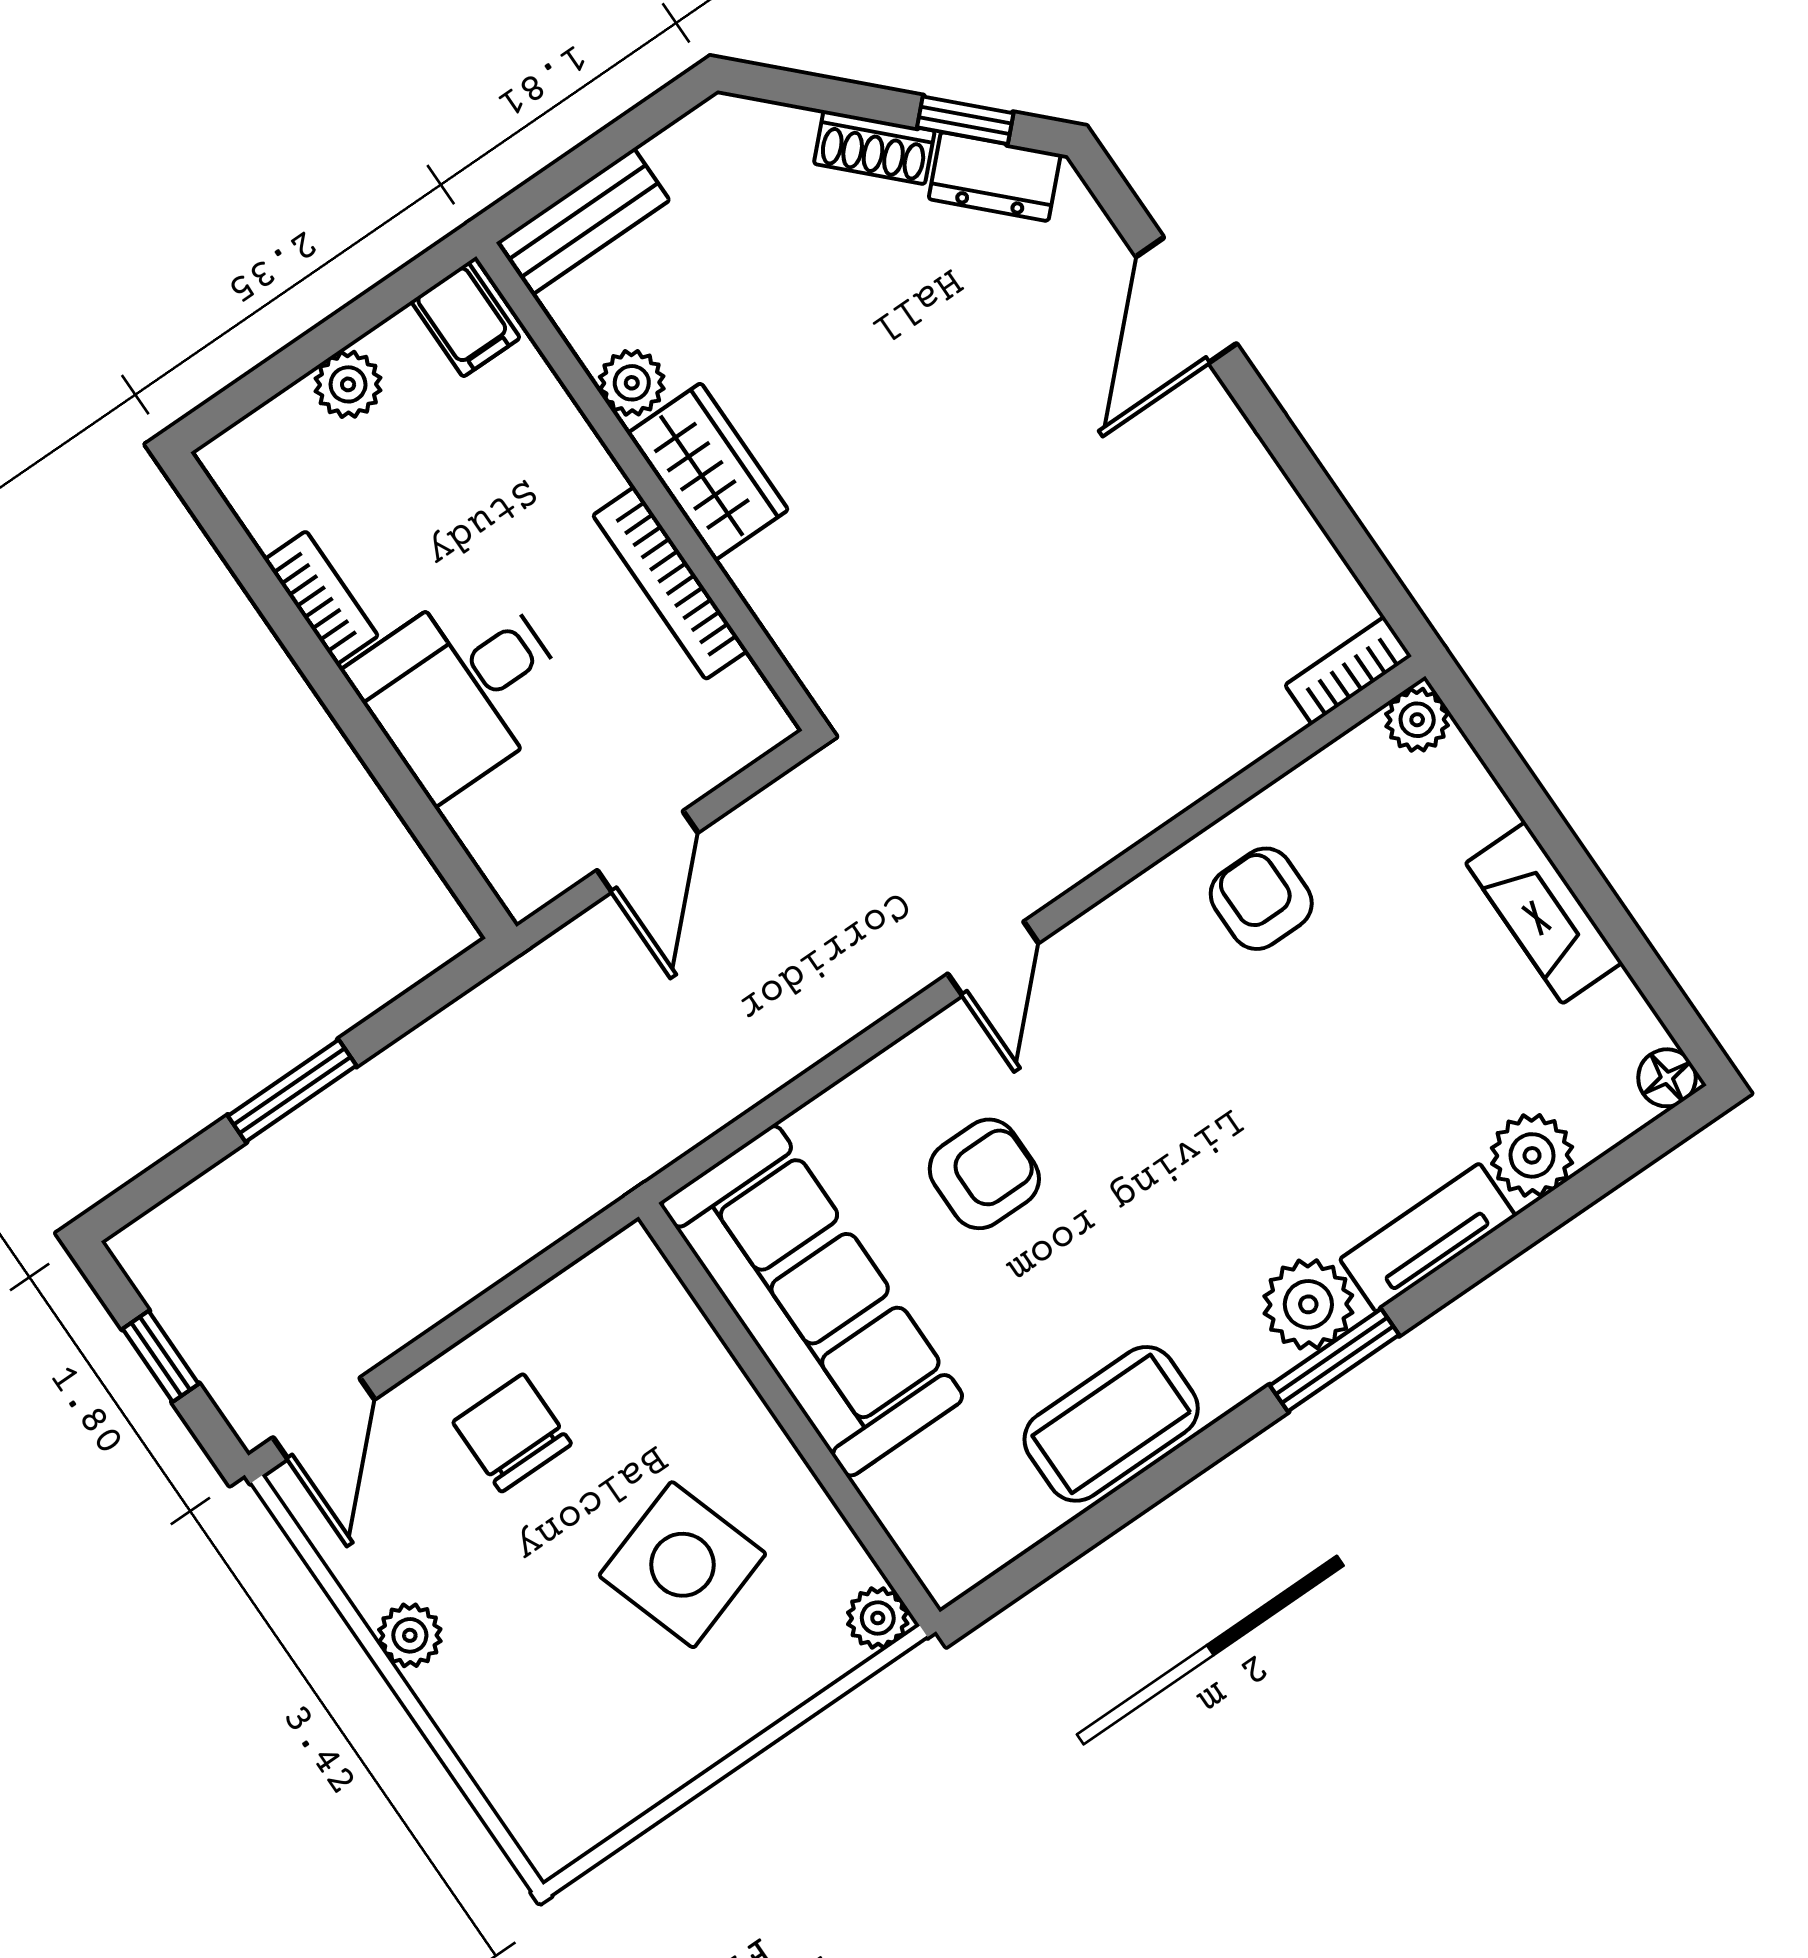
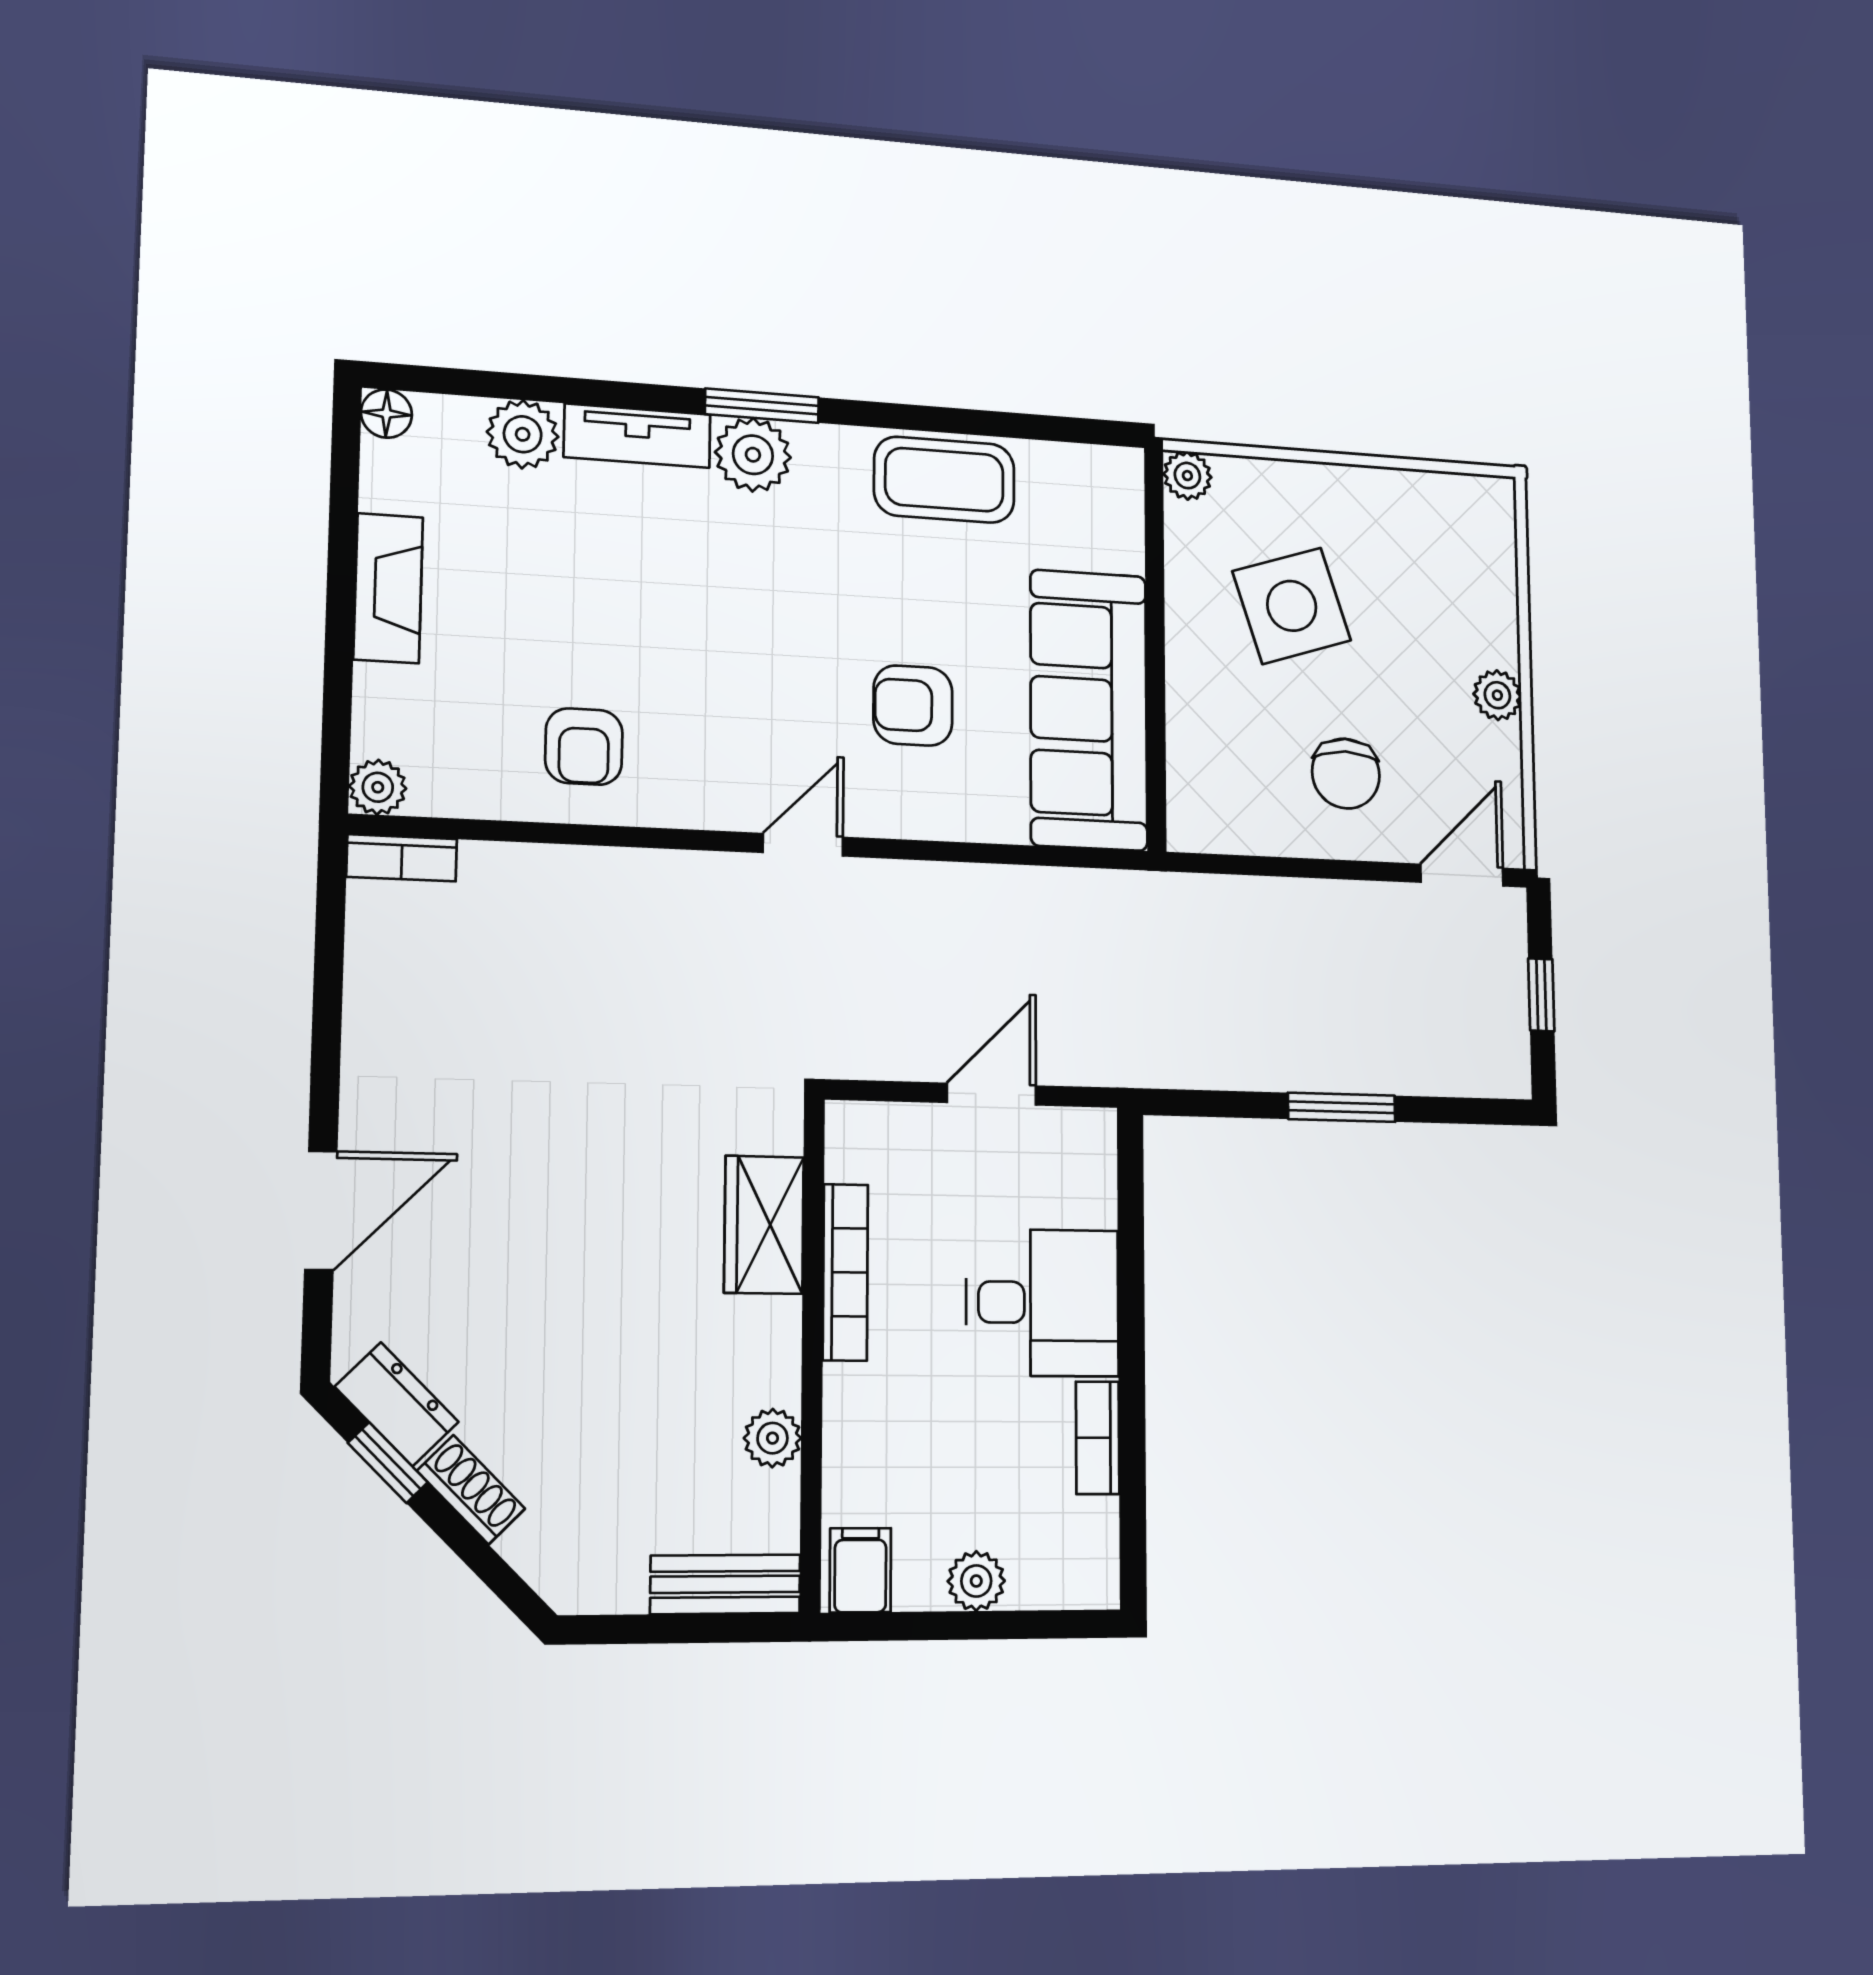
wardrobe: (708, 472) -> (764, 1225), moved

